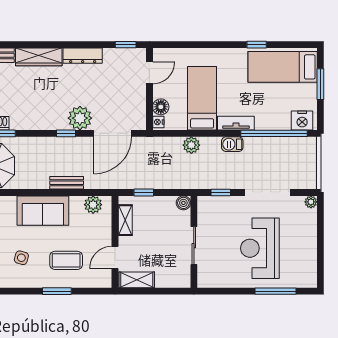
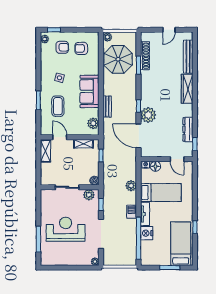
dresser: (83, 56) -> (188, 129), moved
nightstand: (302, 121) -> (147, 233), moved
plant: (206, 211) -> (89, 195), added

